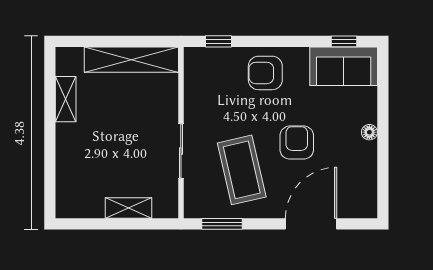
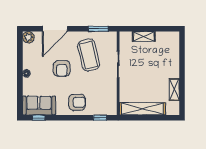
plant: (365, 206) -> (28, 37), added

